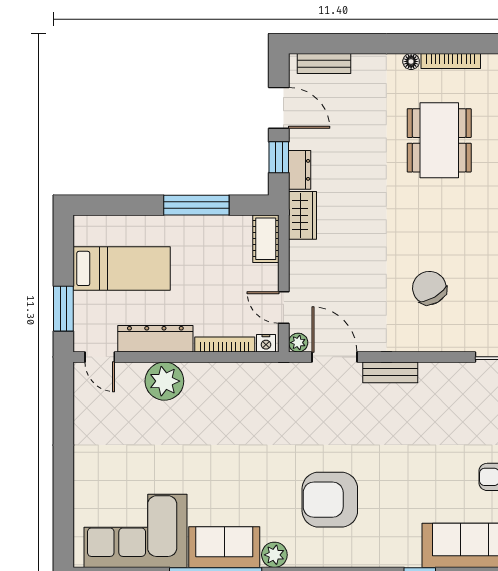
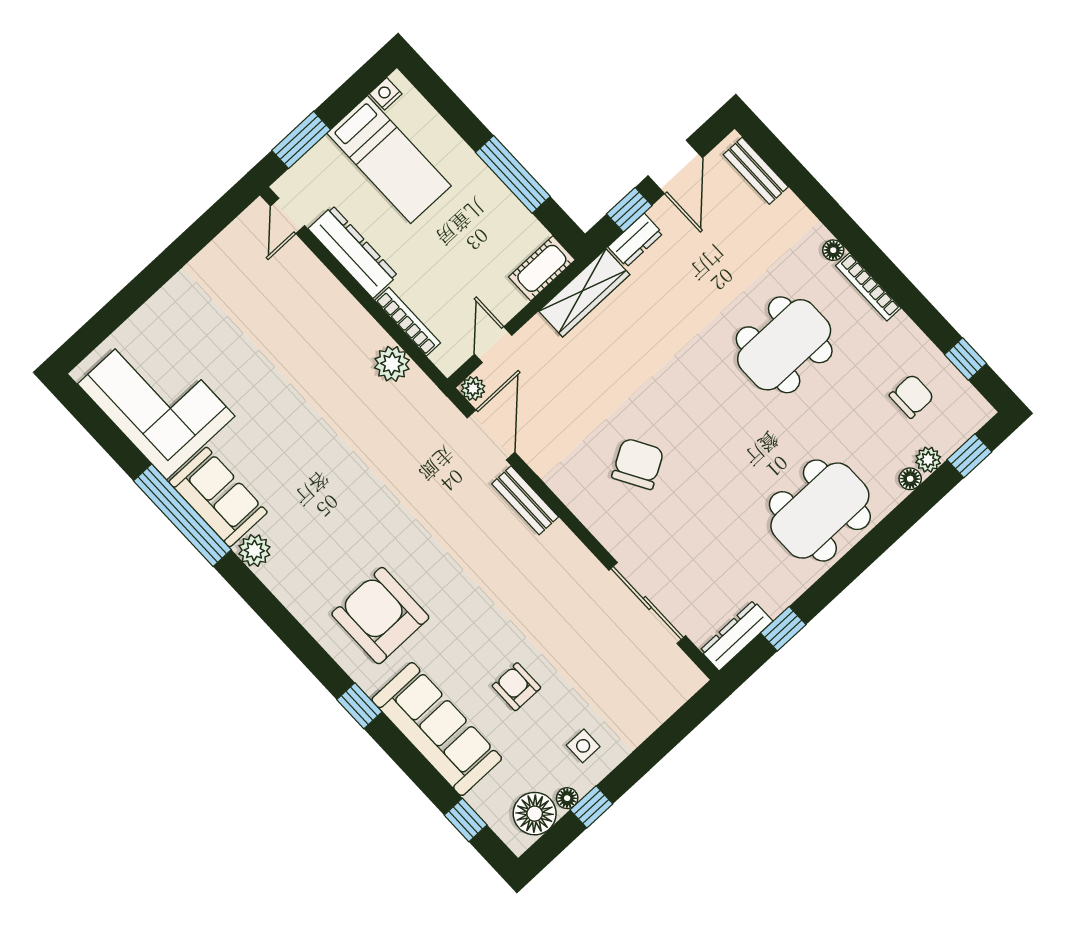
wardrobe: (302, 215) -> (584, 293), width x1.50
nightstand: (266, 343) -> (386, 94), moved, turned 90
plant: (164, 381) -> (392, 364), moved, width x0.73, depth x0.73
armchair: (330, 500) -> (380, 616), moved

